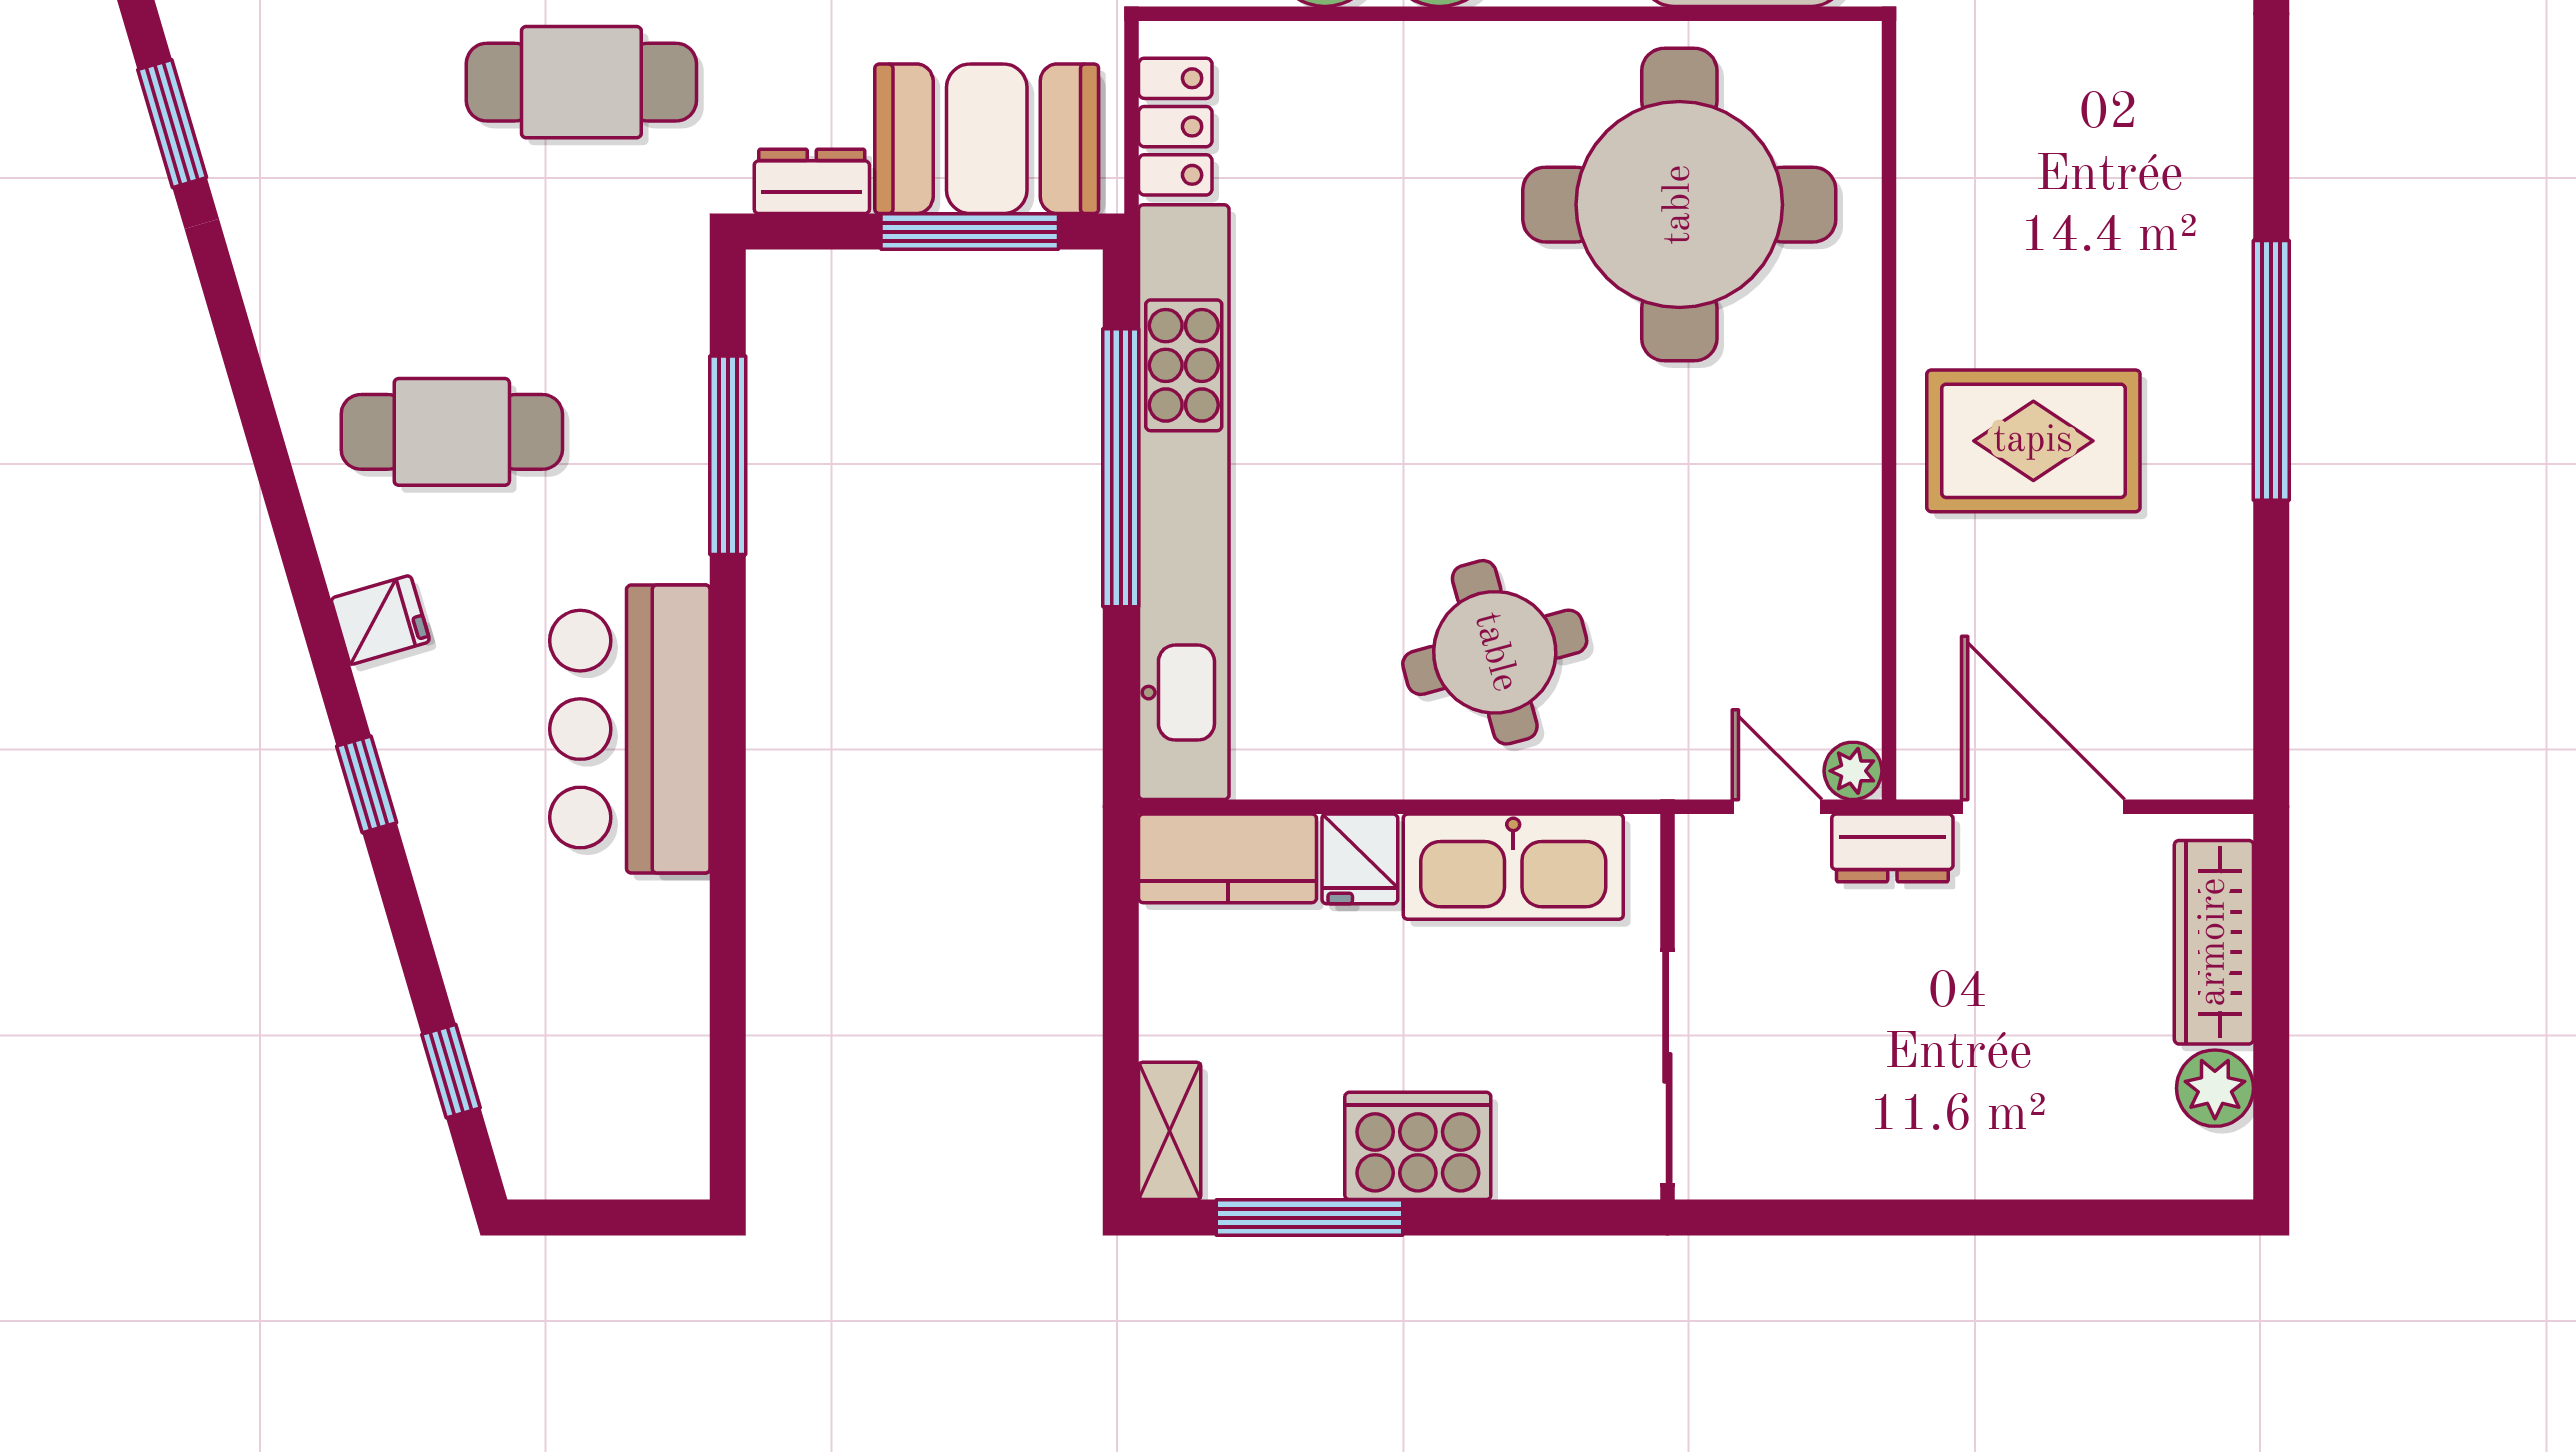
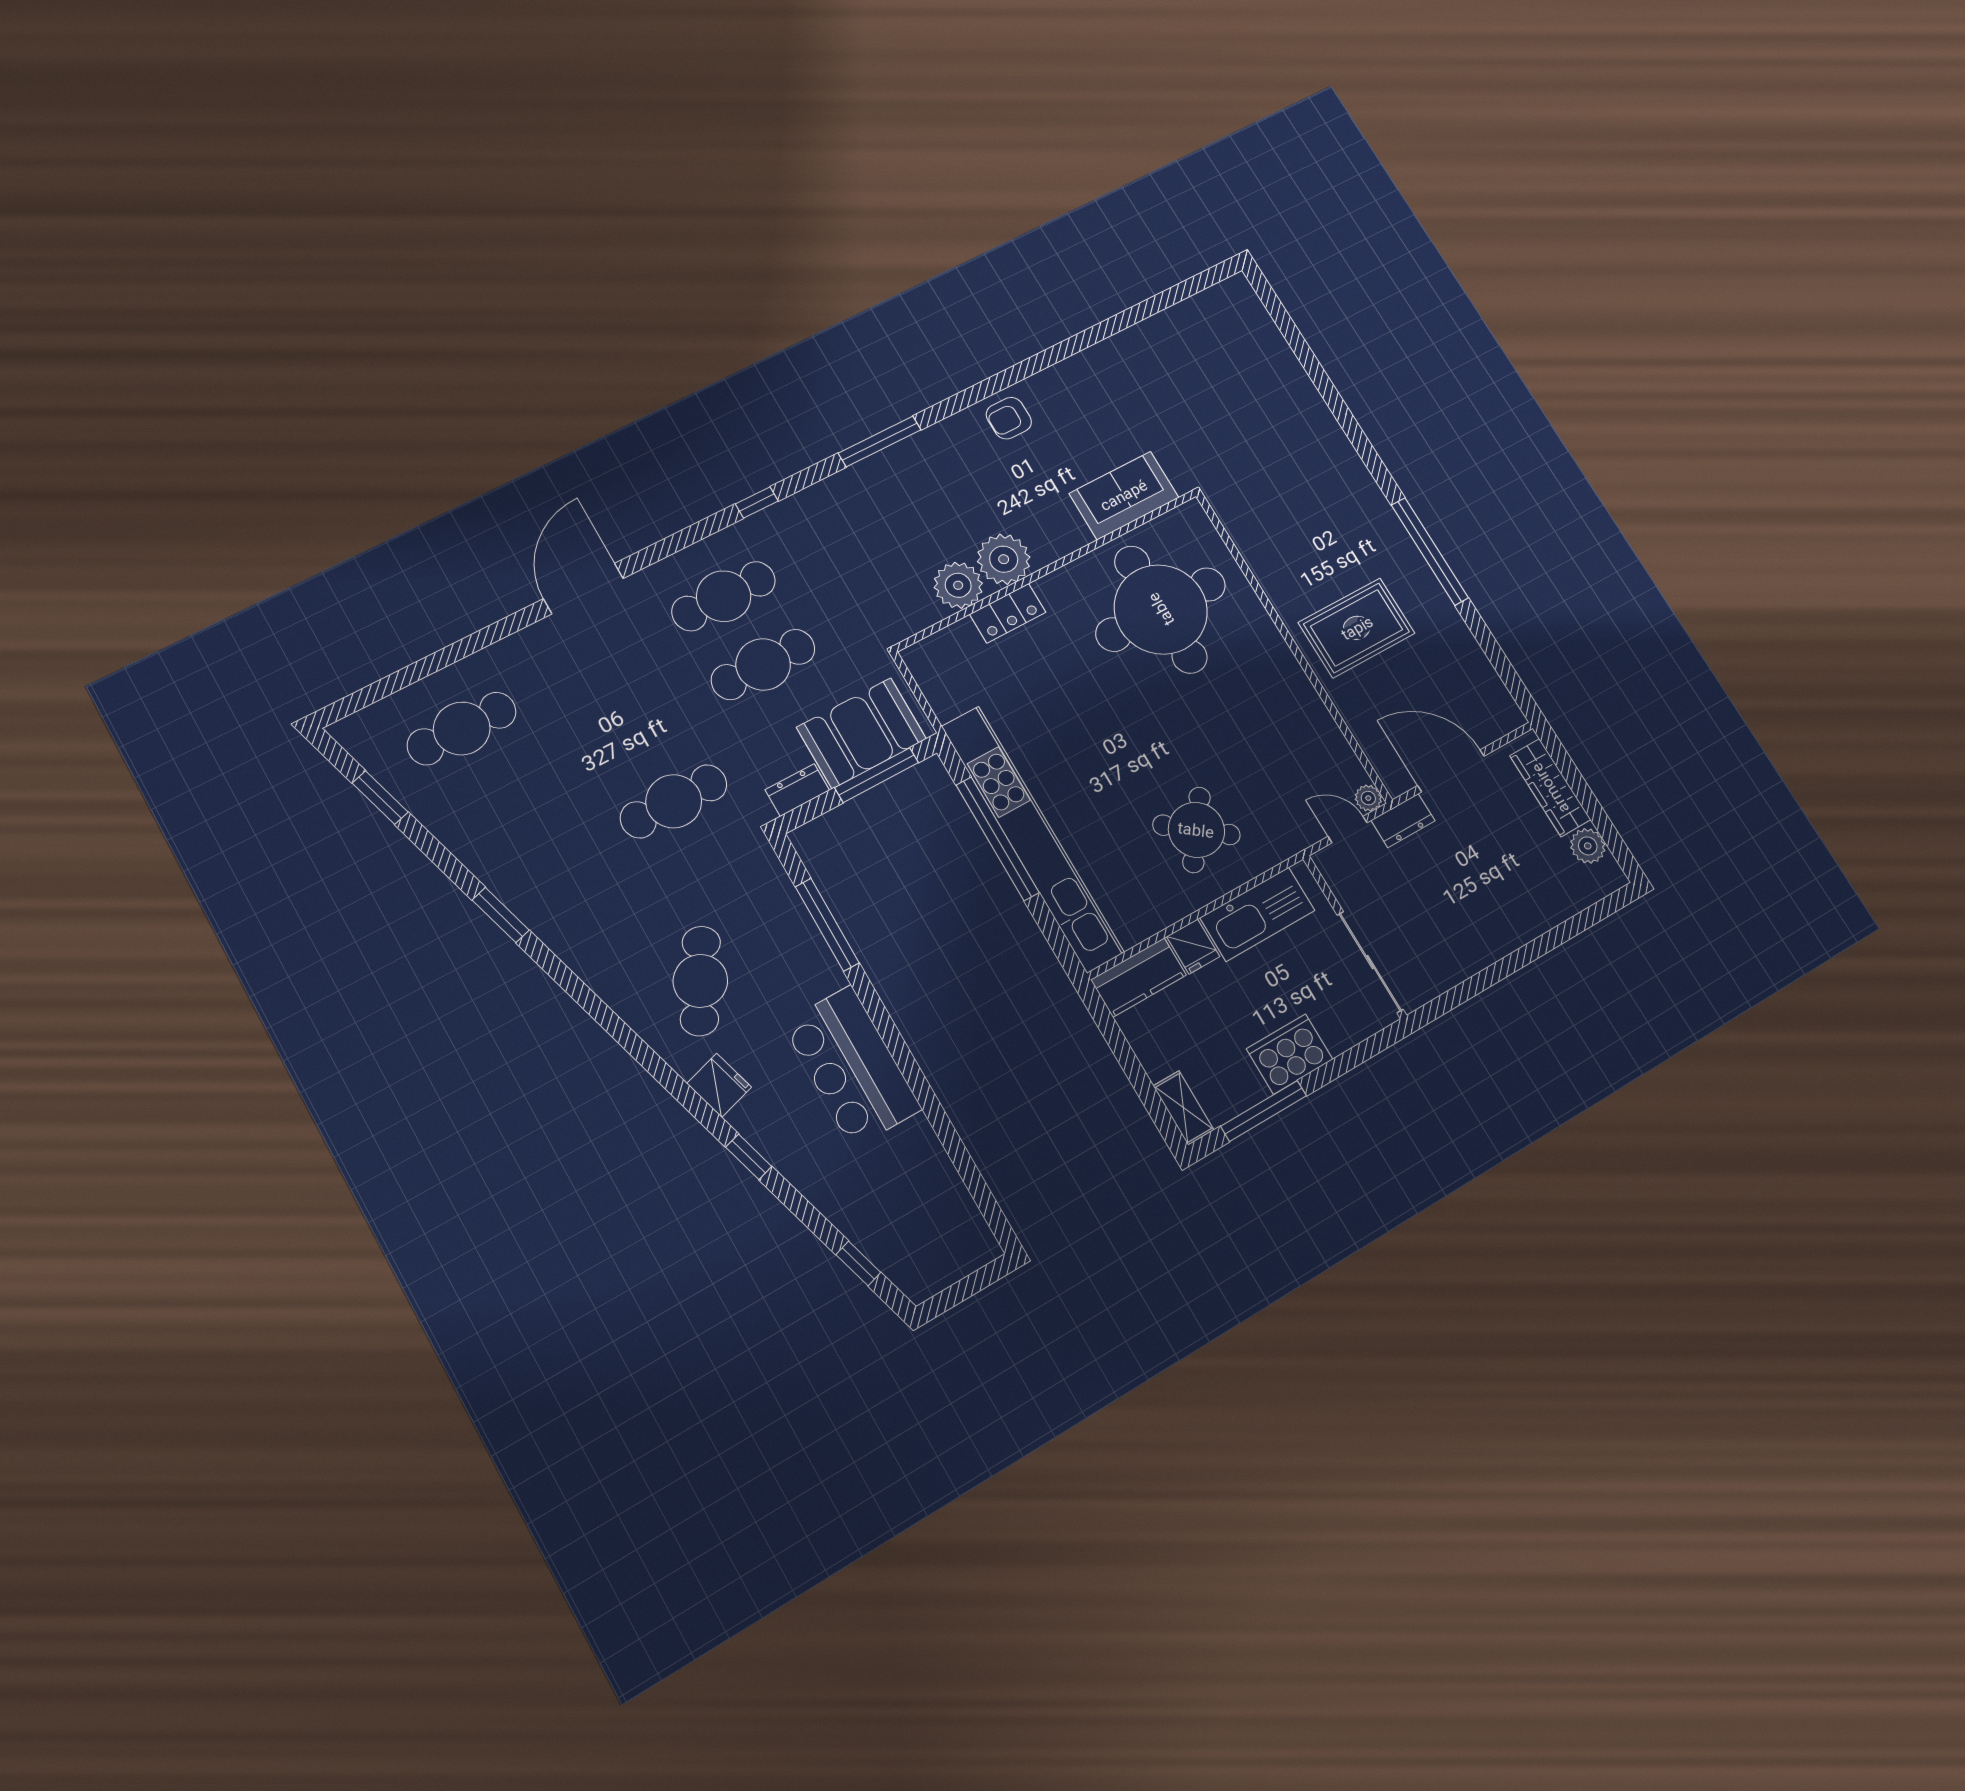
locker: (1175, 127) -> (1008, 613), moved, turned 90
cafe table: (452, 432) -> (700, 981), turned -60
fridge: (380, 620) -> (719, 1085), width x1.38
round table: (1495, 652) -> (1196, 830), turned -38

